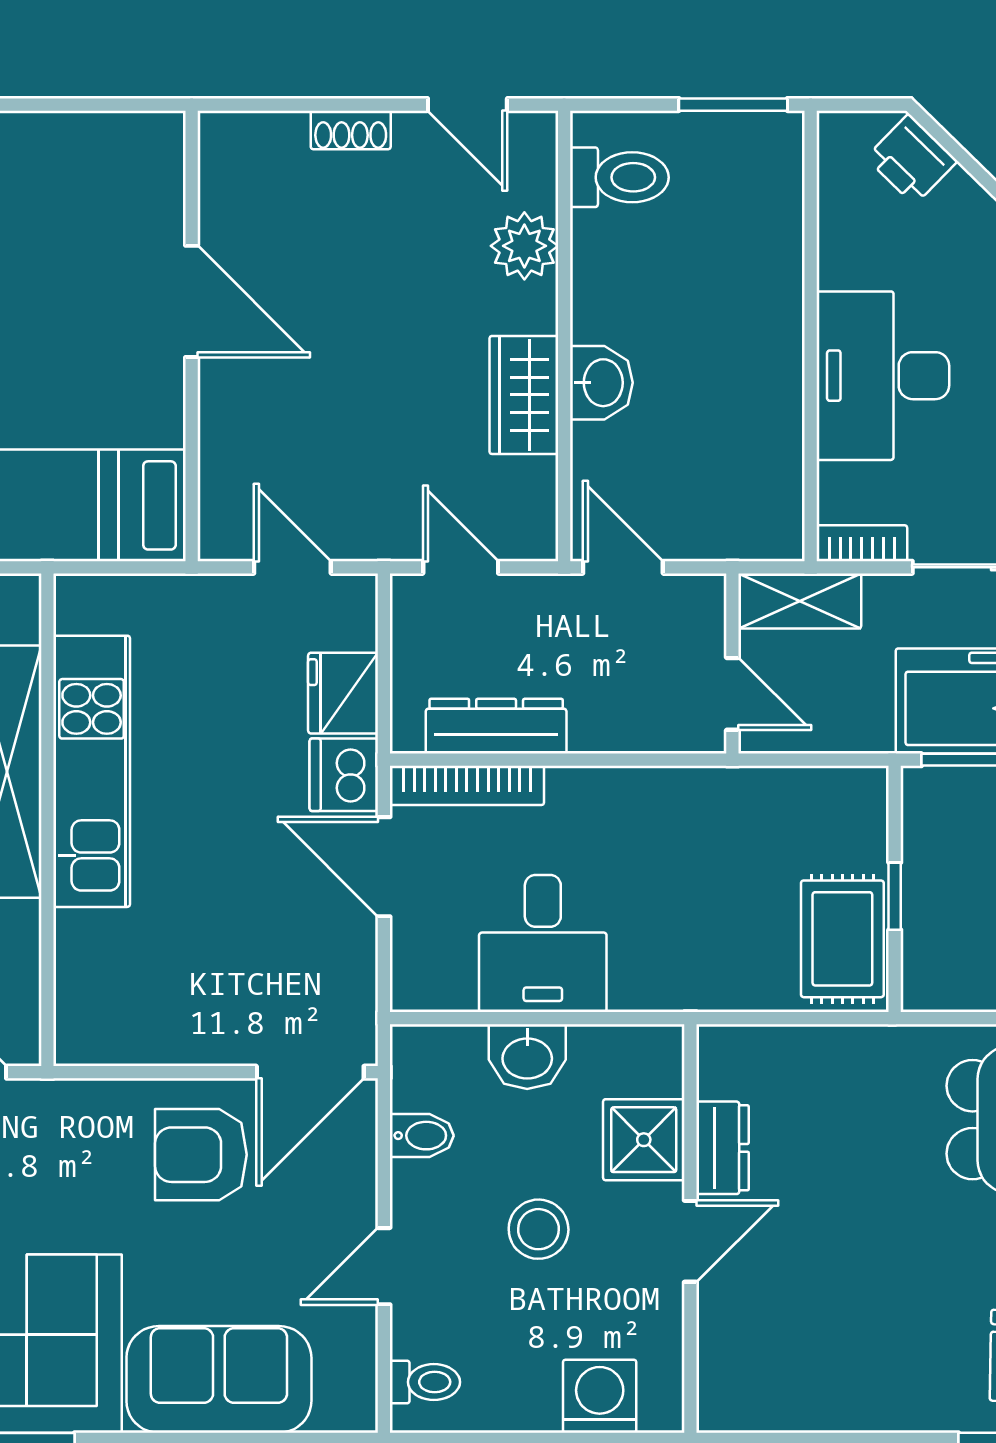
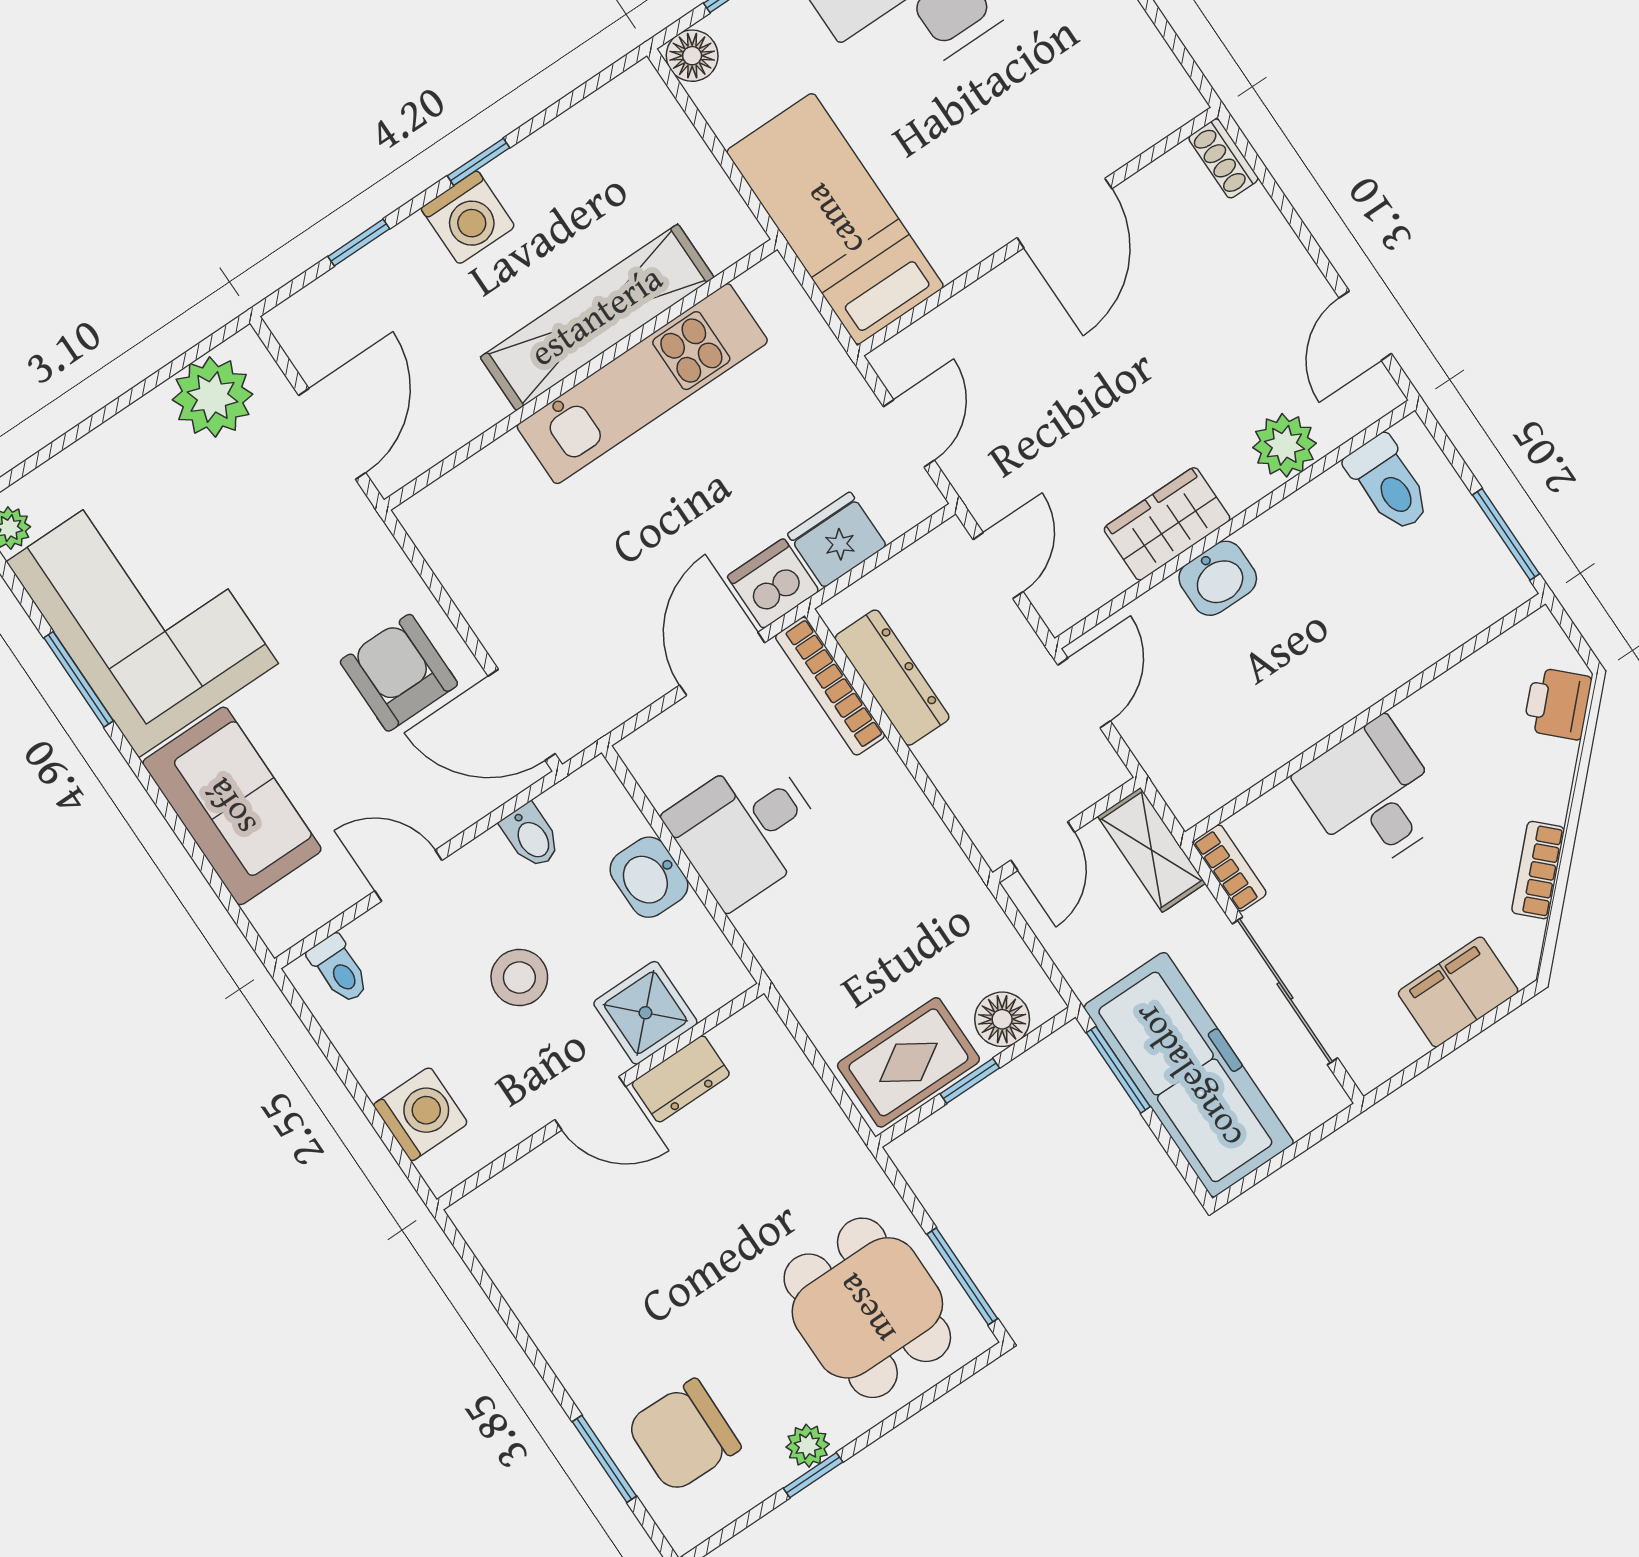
shoe rack: (351, 130) -> (1223, 158), moved
desk: (883, 376) -> (1372, 796), width x0.73
floor lamp: (860, 832) -> (1002, 1019), added

